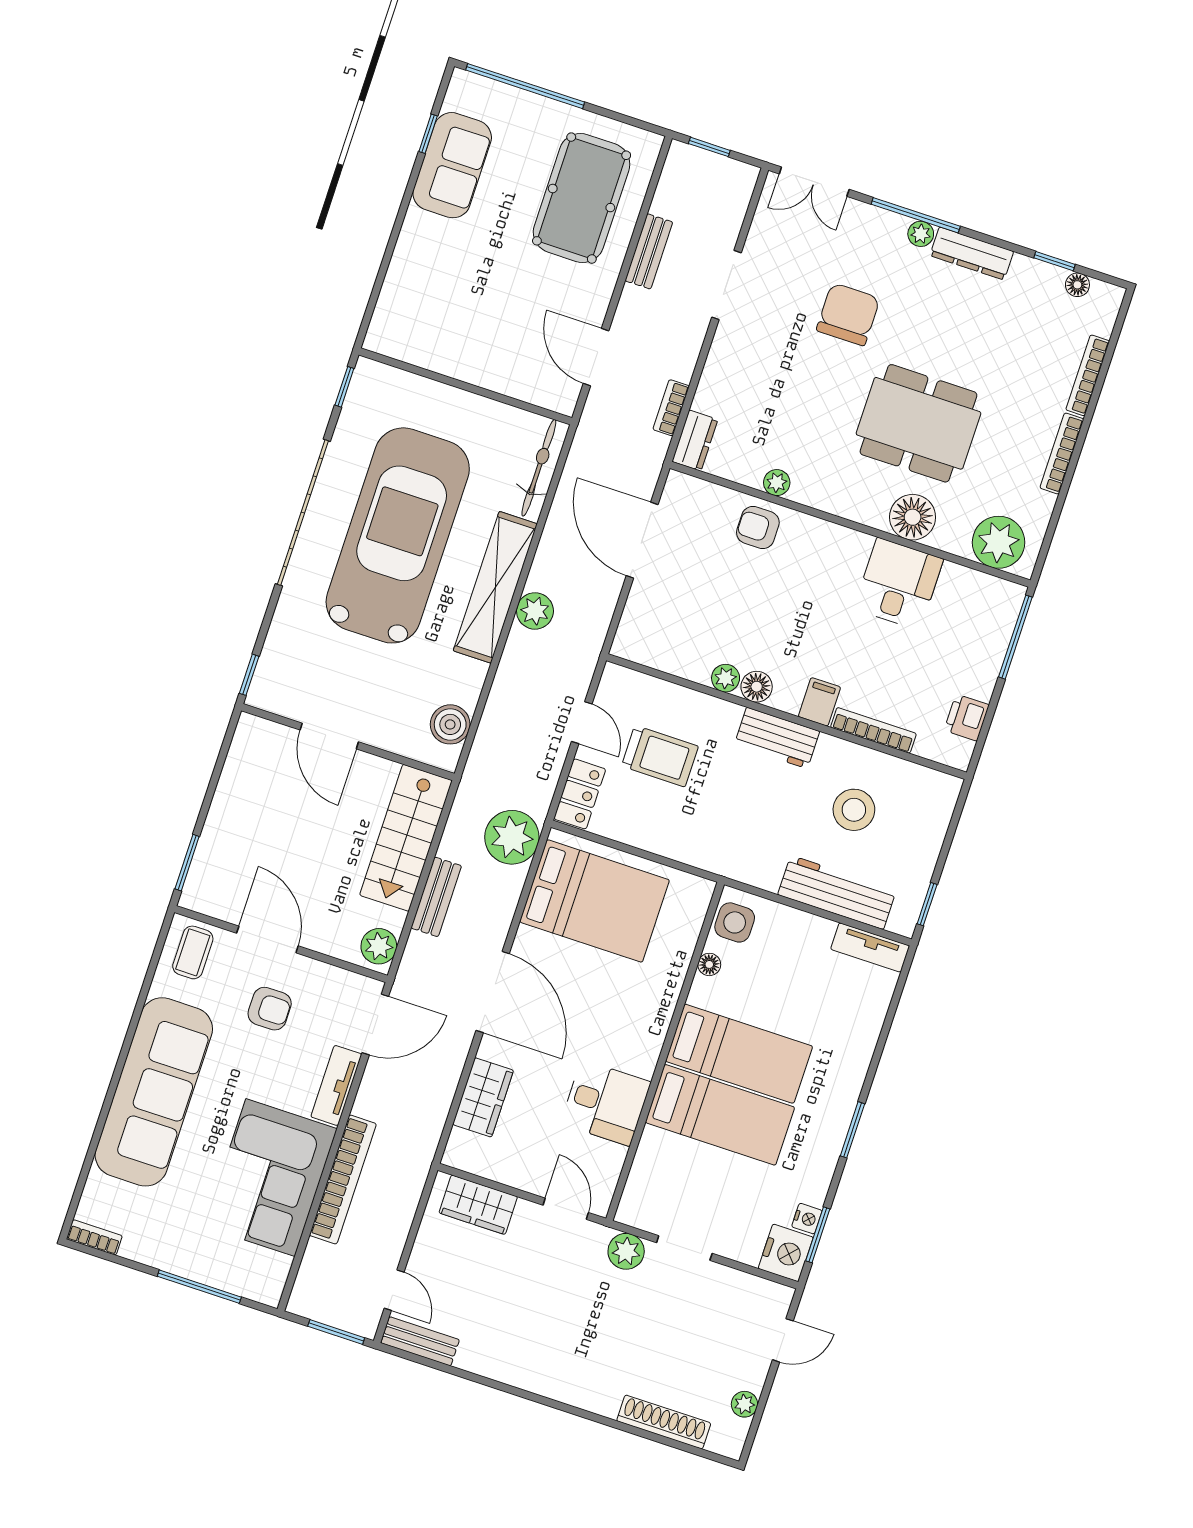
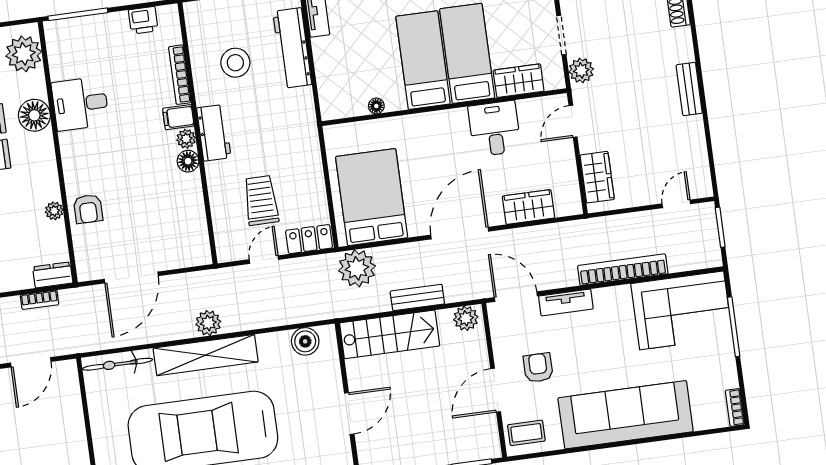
plant: (726, 678) -> (186, 139), moved
side table: (735, 922) -> (342, 103), removed
wardrobe: (652, 1164) -> (519, 81), added
corner sofa: (270, 1178) -> (682, 310), moved
bench: (420, 1341) -> (689, 89), moved

